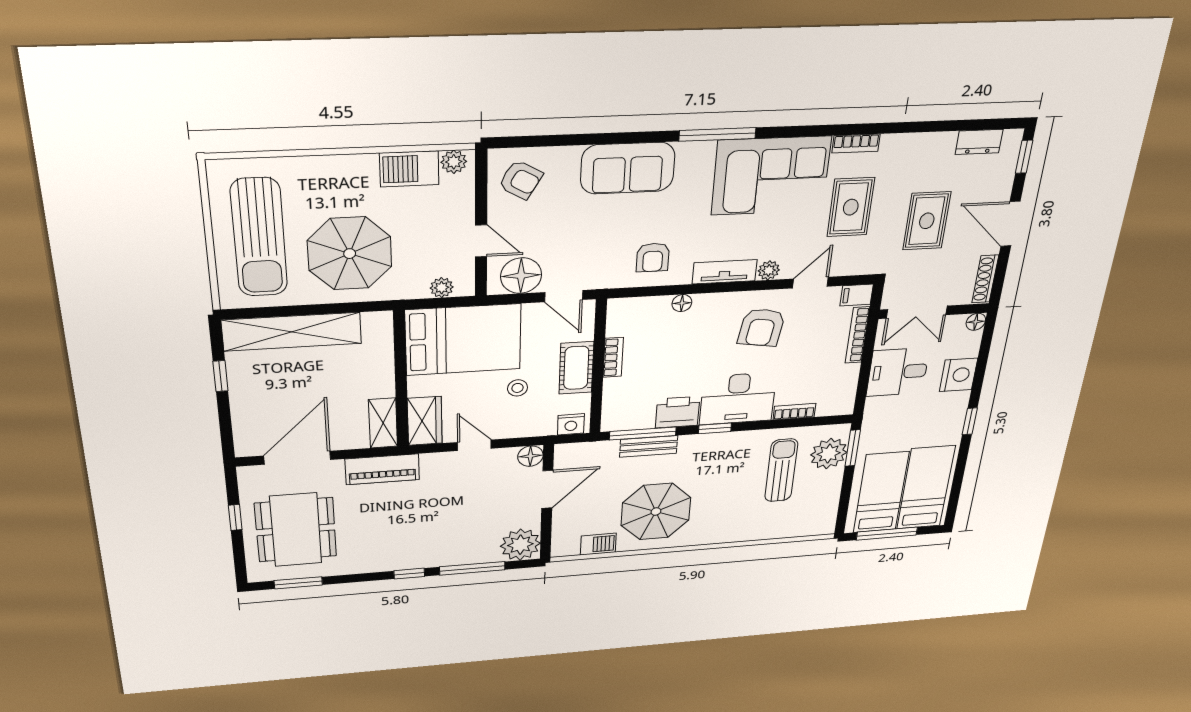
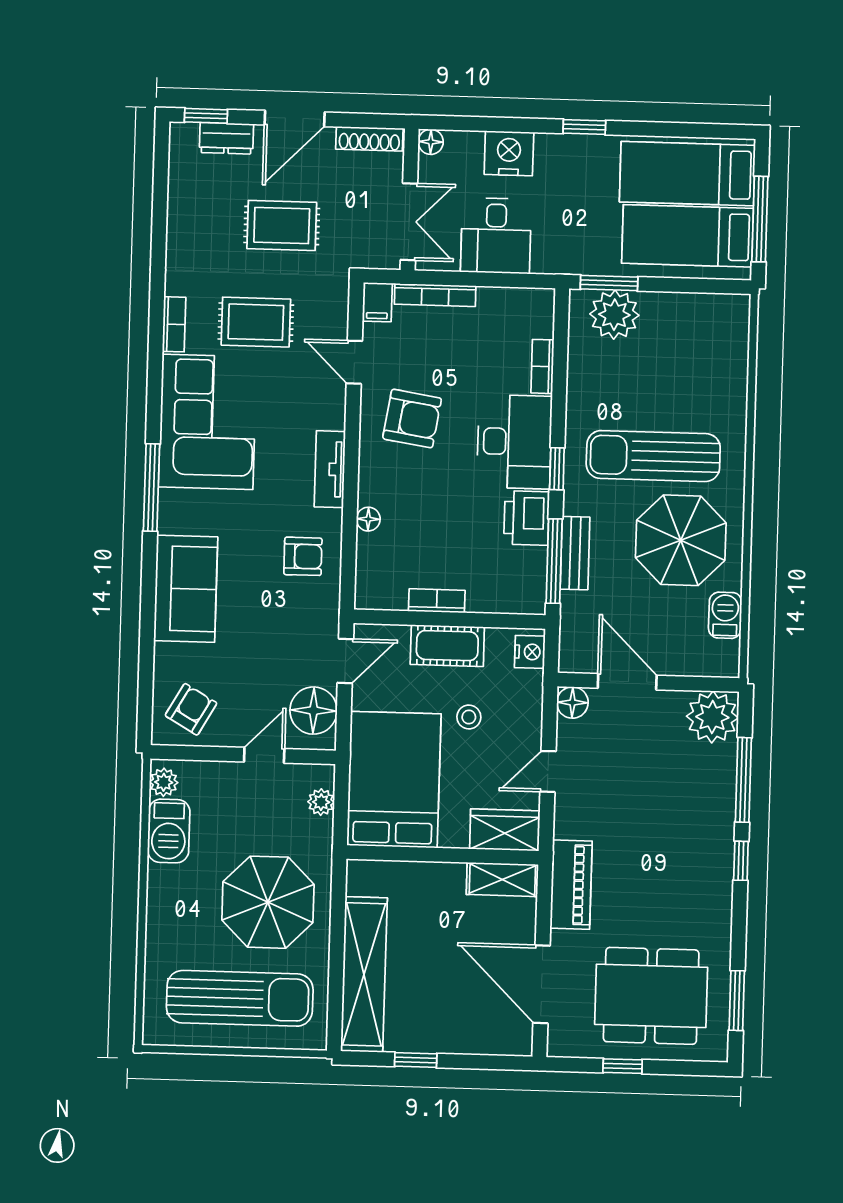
dresser: (979, 142) -> (226, 138), moved, turned 90
plant: (769, 270) -> (333, 415), removed
sun lounger: (781, 470) -> (653, 456), moved, width x1.36, depth x1.34

